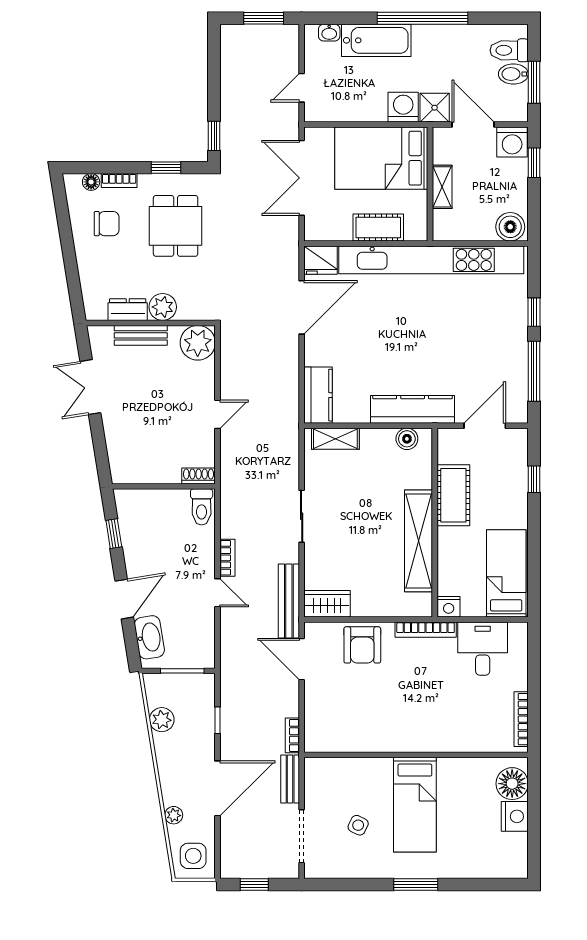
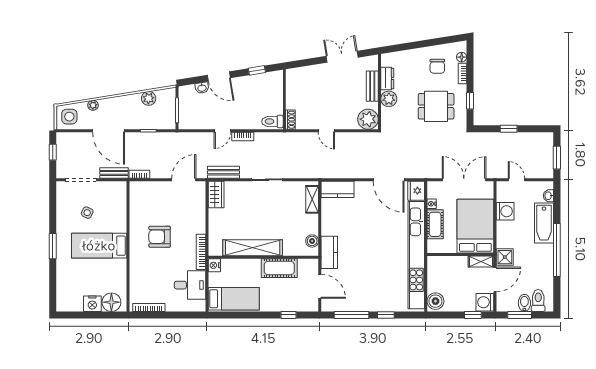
washing machine: (403, 107) -> (505, 211), moved
window: (214, 136) -> (509, 129), moved
shelving: (442, 187) -> (481, 262), moved
nightstand: (343, 233) -> (432, 204), added
kitchen counter: (413, 409) -> (329, 252), width x0.67
bench: (289, 601) -> (223, 172), width x0.73
washbasin: (149, 637) -> (202, 88), width x0.52, depth x0.69
armchair: (362, 645) -> (160, 237), moved

